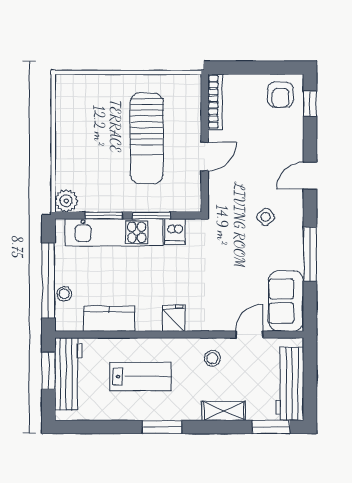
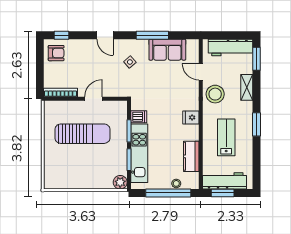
door: (205, 157) -> (93, 99), hinge flipped
sofa: (286, 301) -> (167, 50), moved
stool: (212, 358) -> (215, 94), width x1.89, depth x1.89

